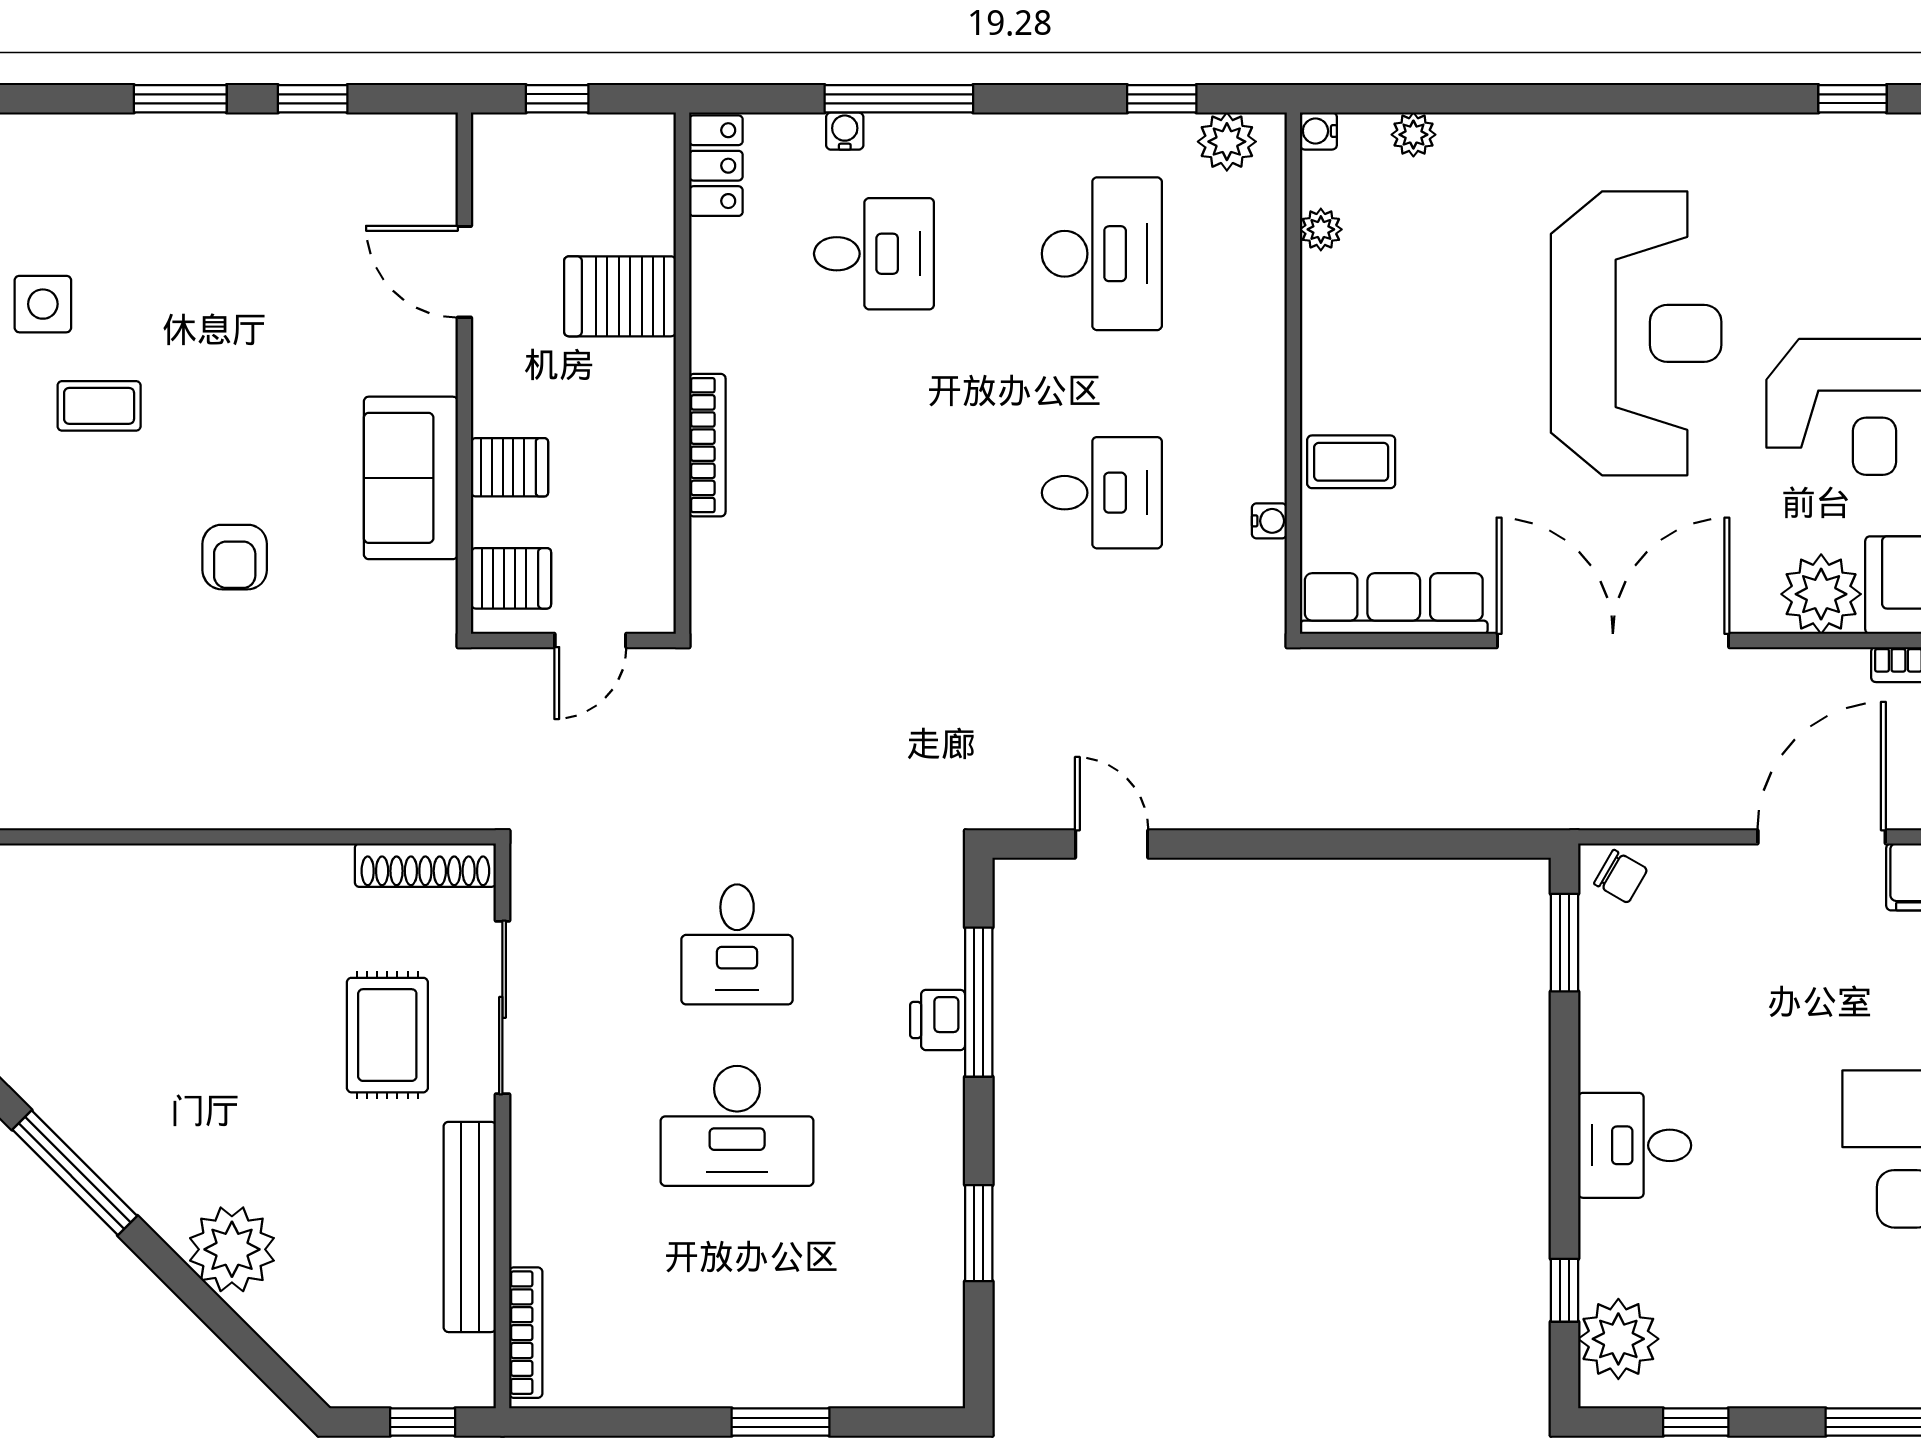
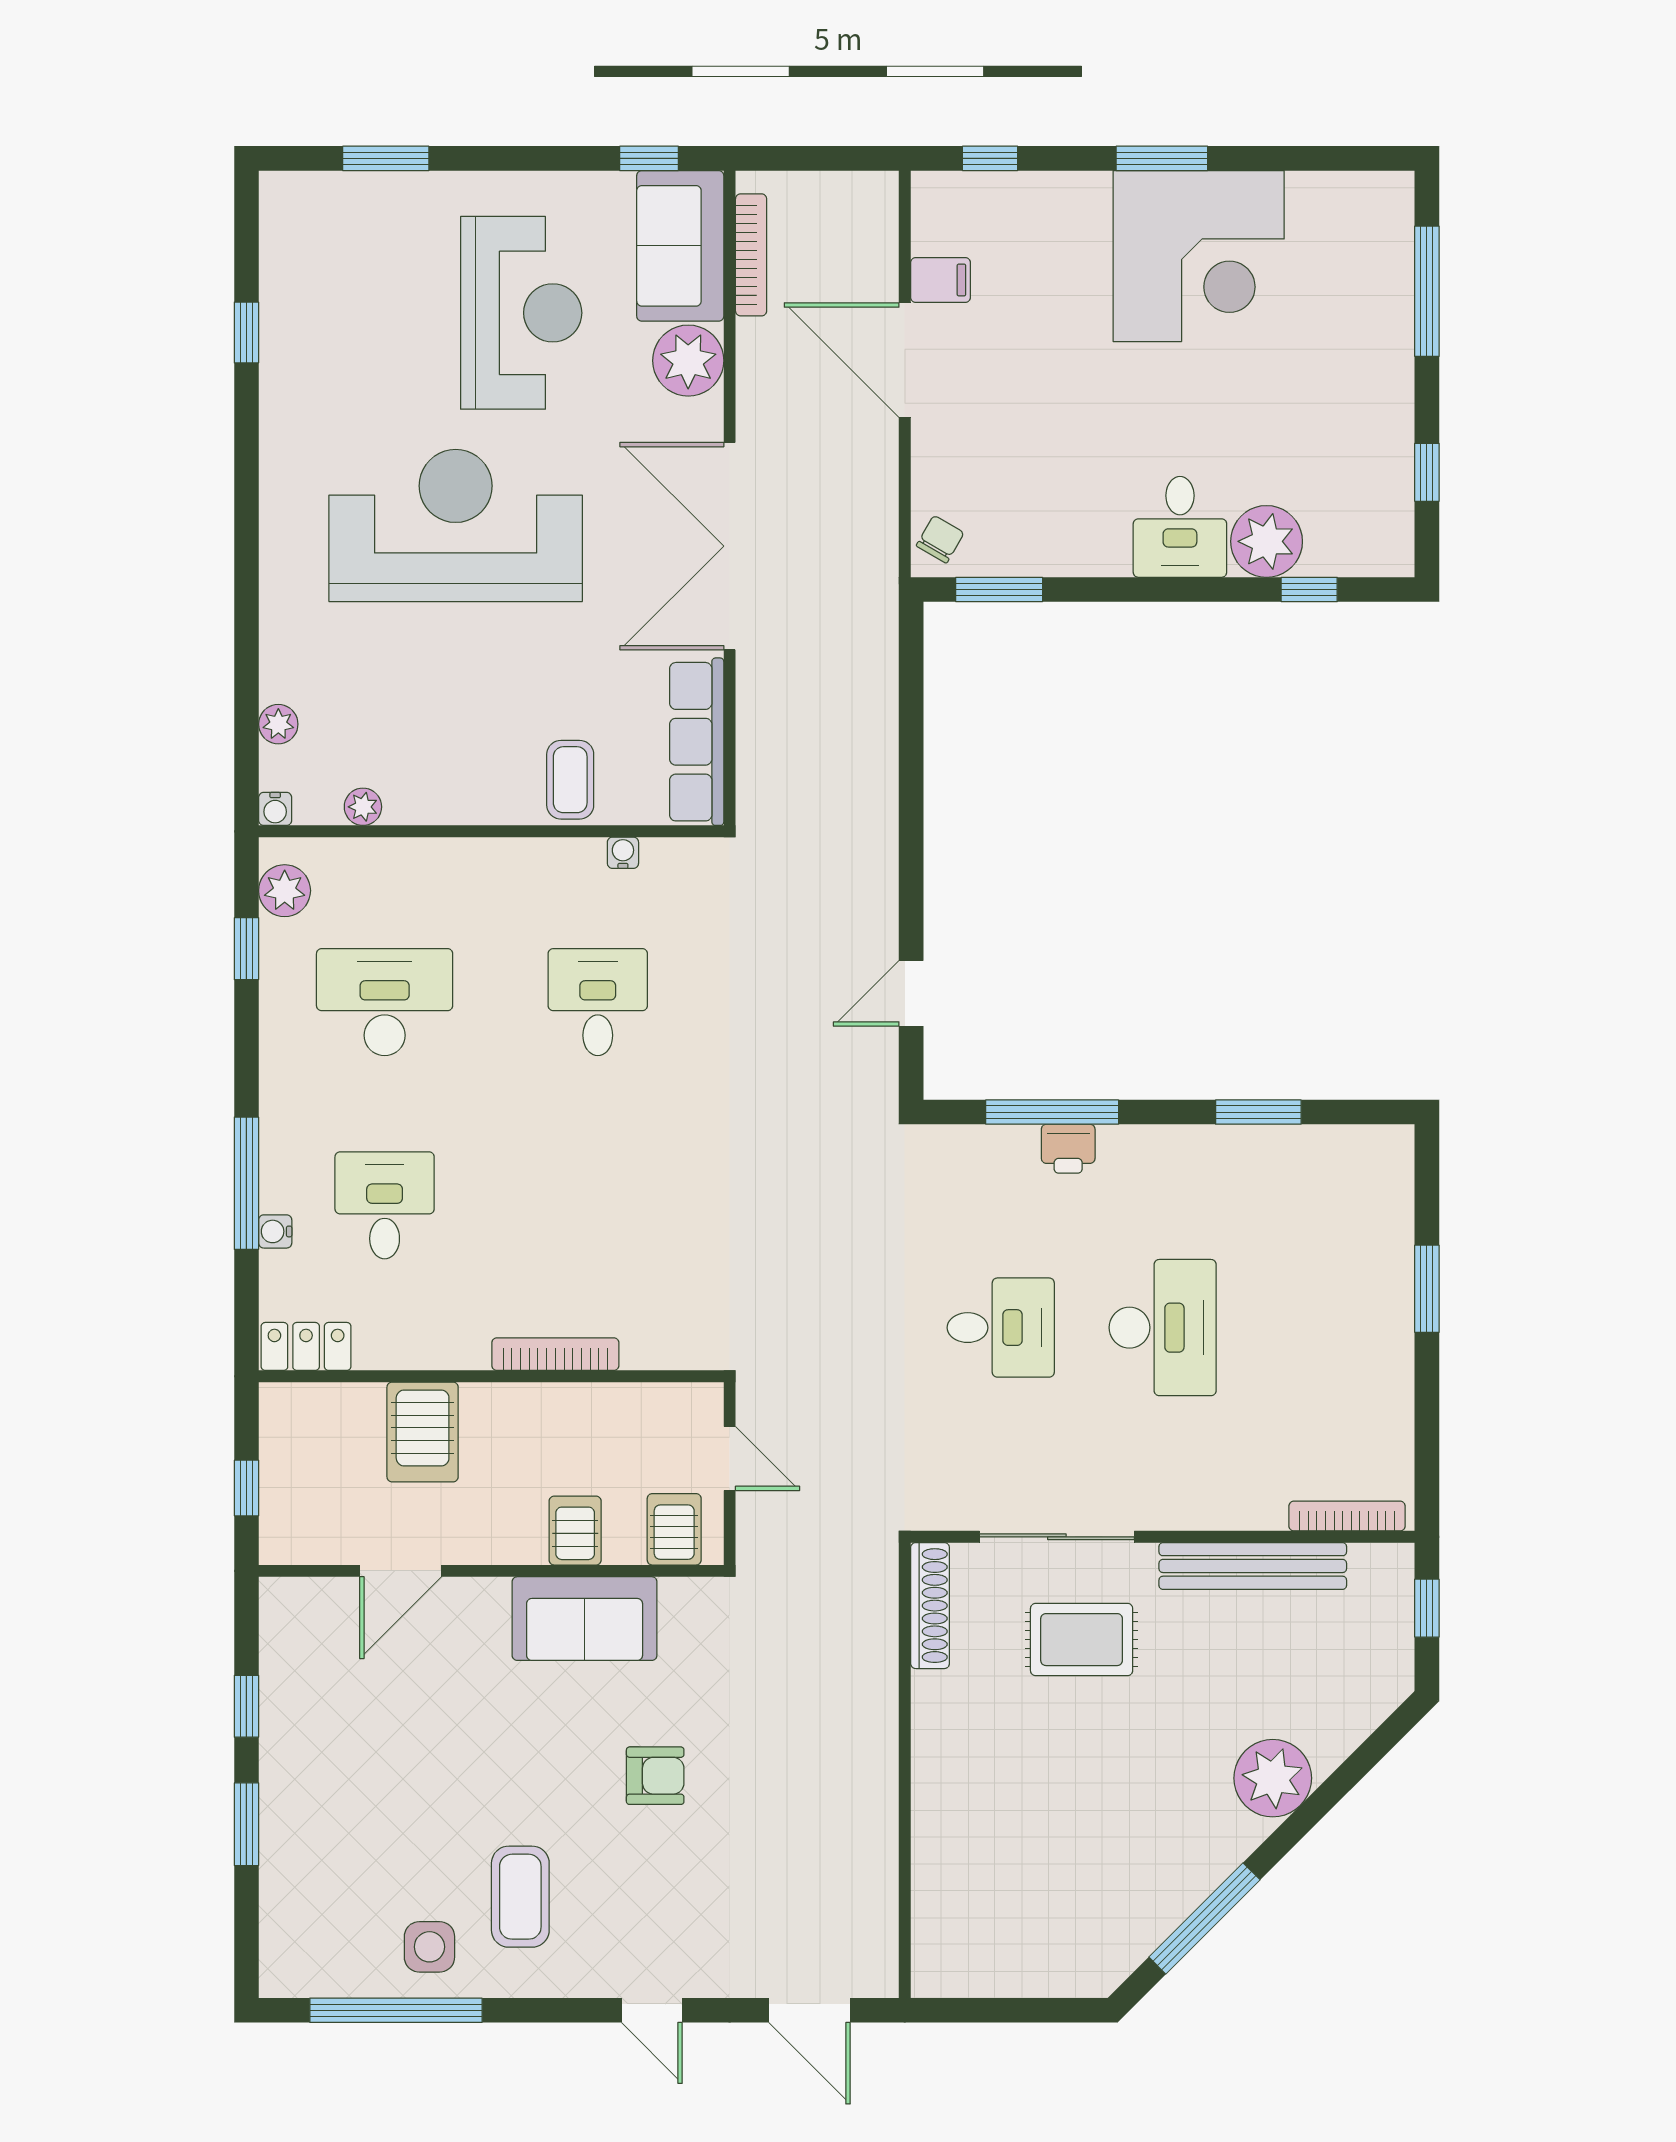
coffee table: (99, 406) -> (520, 1897), width x1.36, depth x1.30
plant: (1618, 1339) -> (1267, 541), moved

